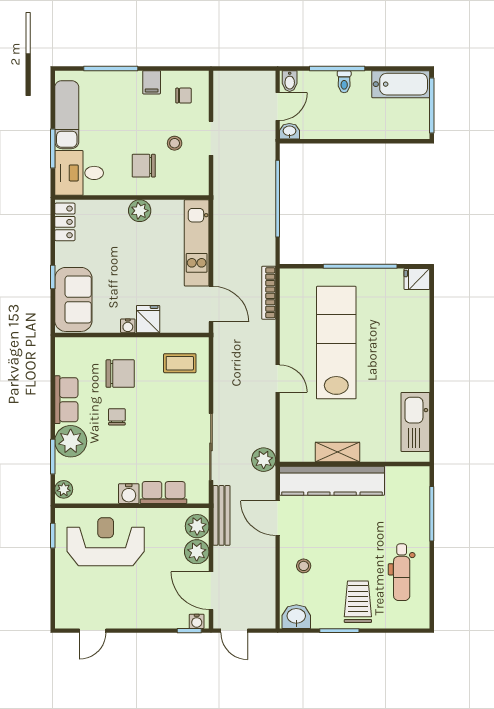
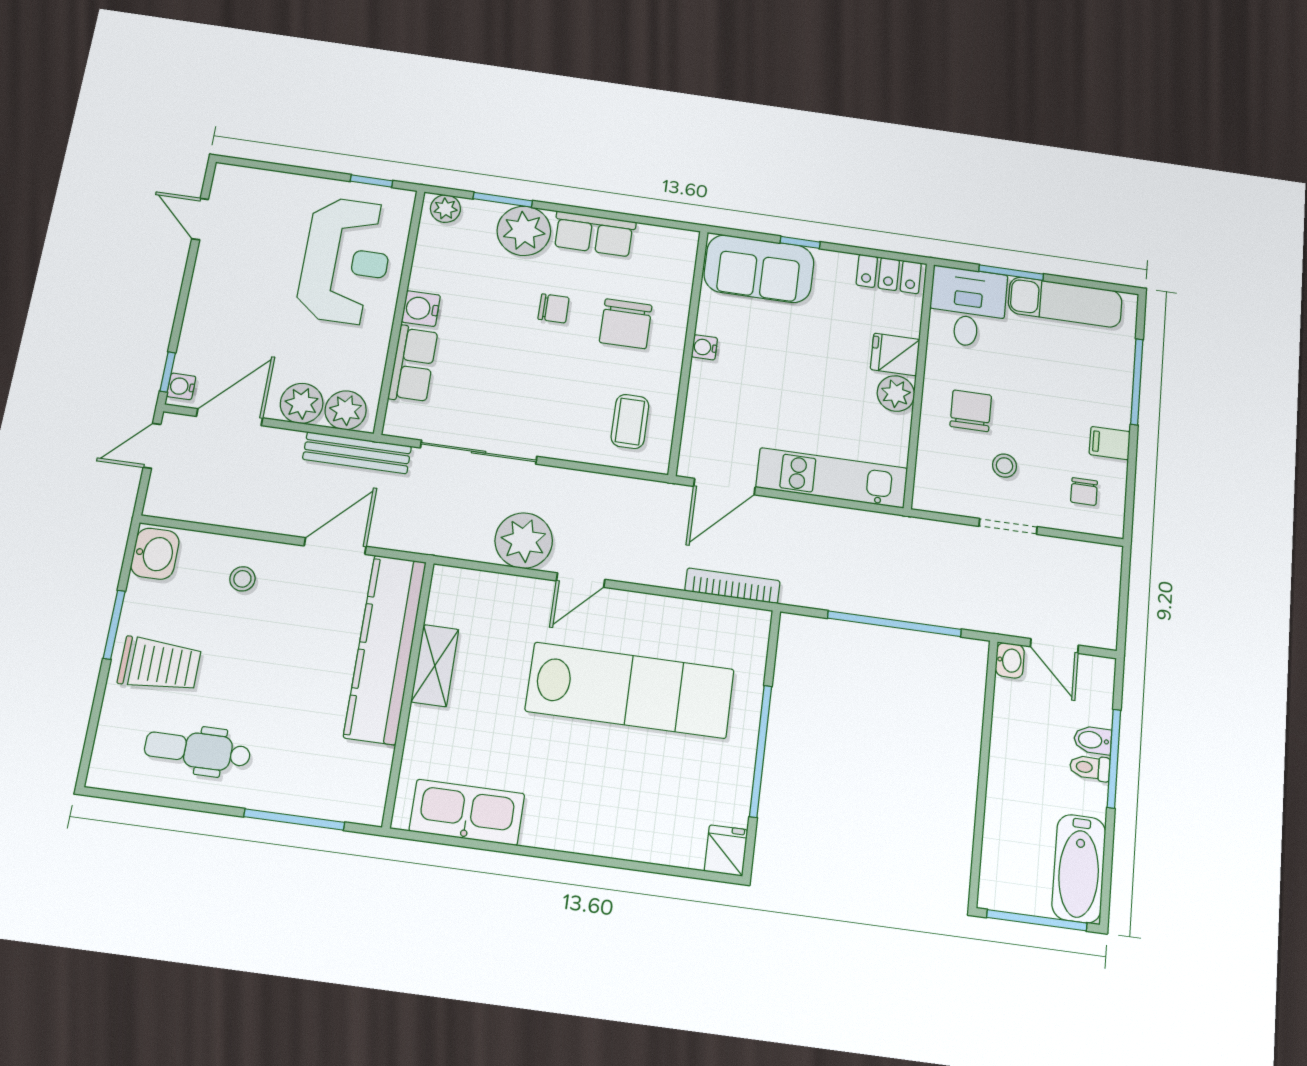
bidet: (290, 81) -> (1093, 740), moved
fridge: (148, 319) -> (895, 354), moved, turned 180
plant: (264, 460) -> (524, 541), moved, width x1.36, depth x1.36

